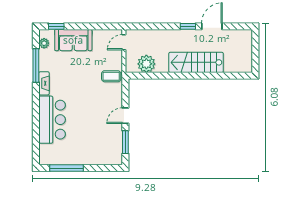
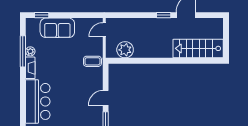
plant: (44, 43) -> (30, 51), moved
stairs: (196, 62) -> (198, 48), moved

